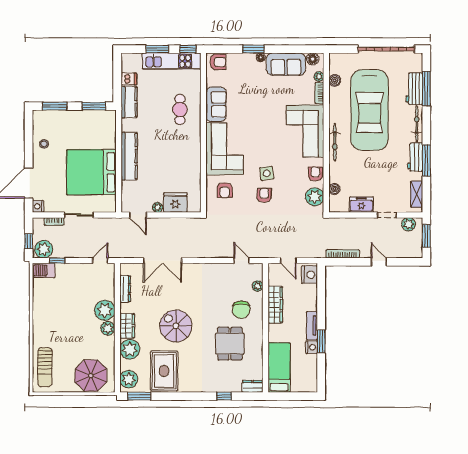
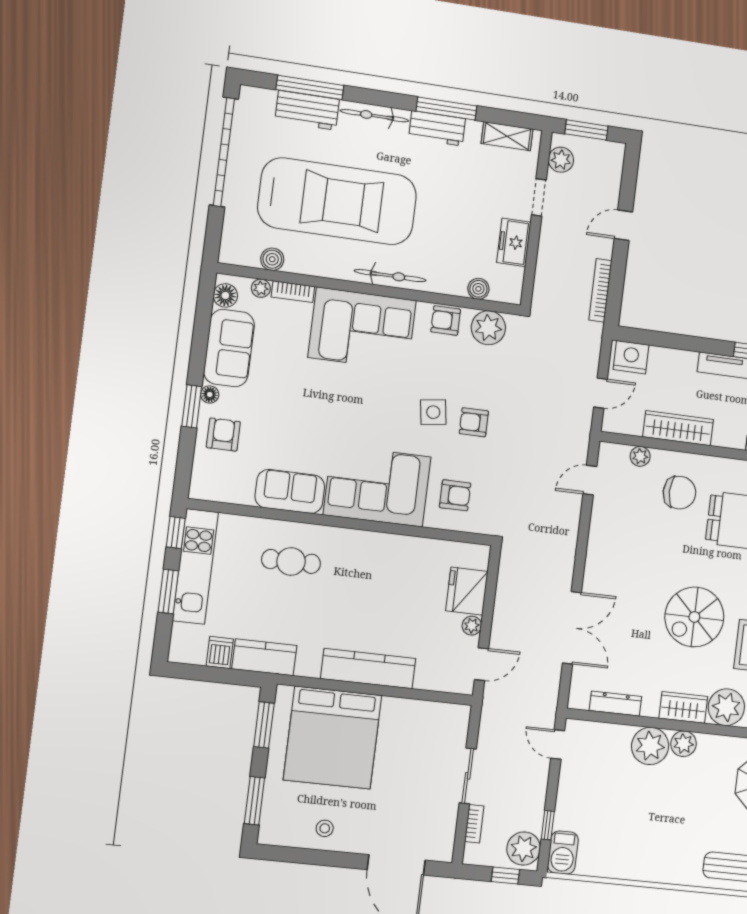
armchair: (218, 62) -> (223, 435), moved
bed: (91, 172) -> (332, 738), moved
nightstand: (38, 206) -> (442, 851), removed

